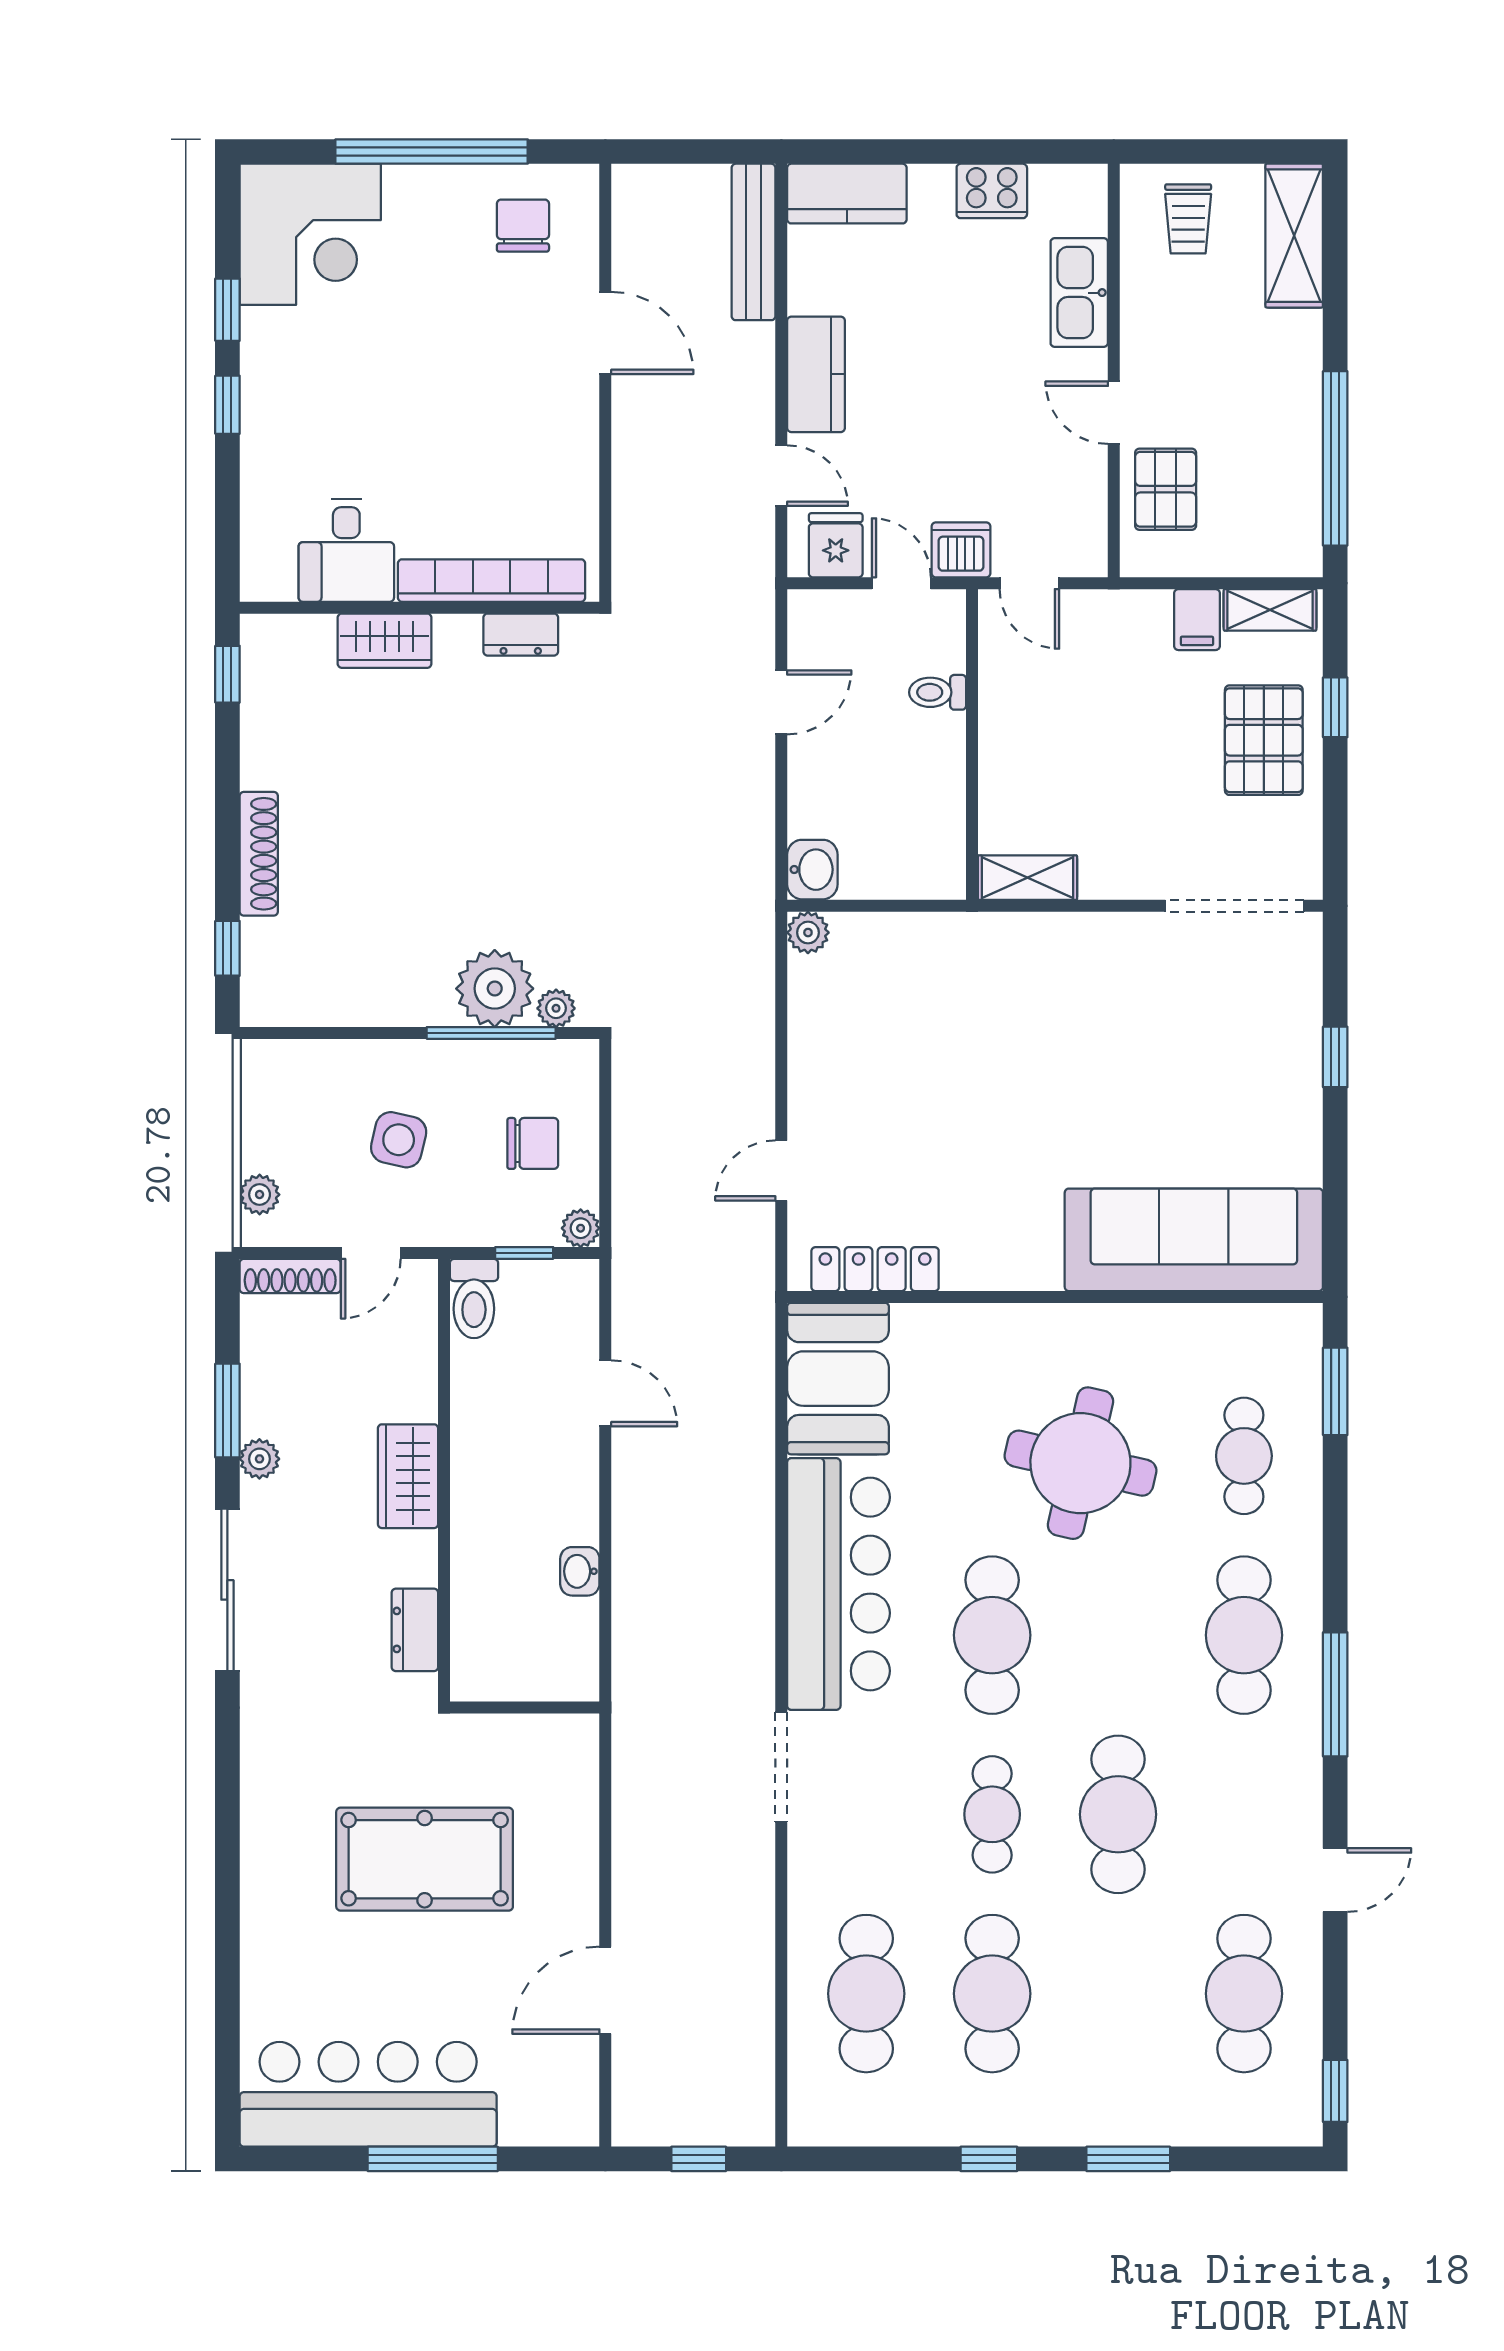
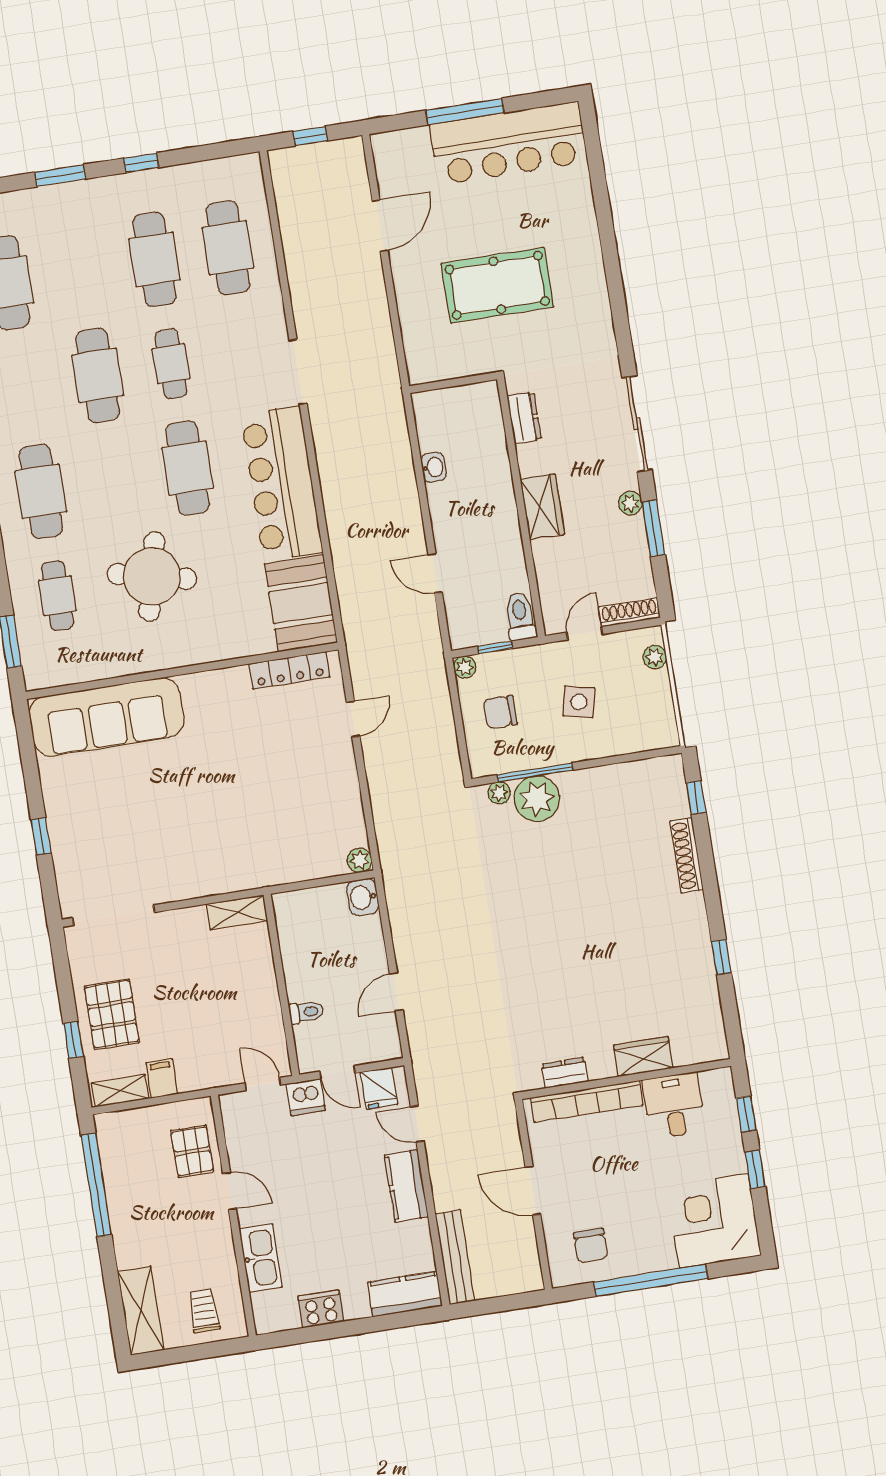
desk: (346, 550) -> (674, 1106), moved
bookcase: (492, 581) -> (587, 1101), moved
wall: (420, 608) -> (626, 1079), moved
dresser: (521, 635) -> (565, 1073), moved
wardrobe: (385, 641) -> (643, 1057), moved

